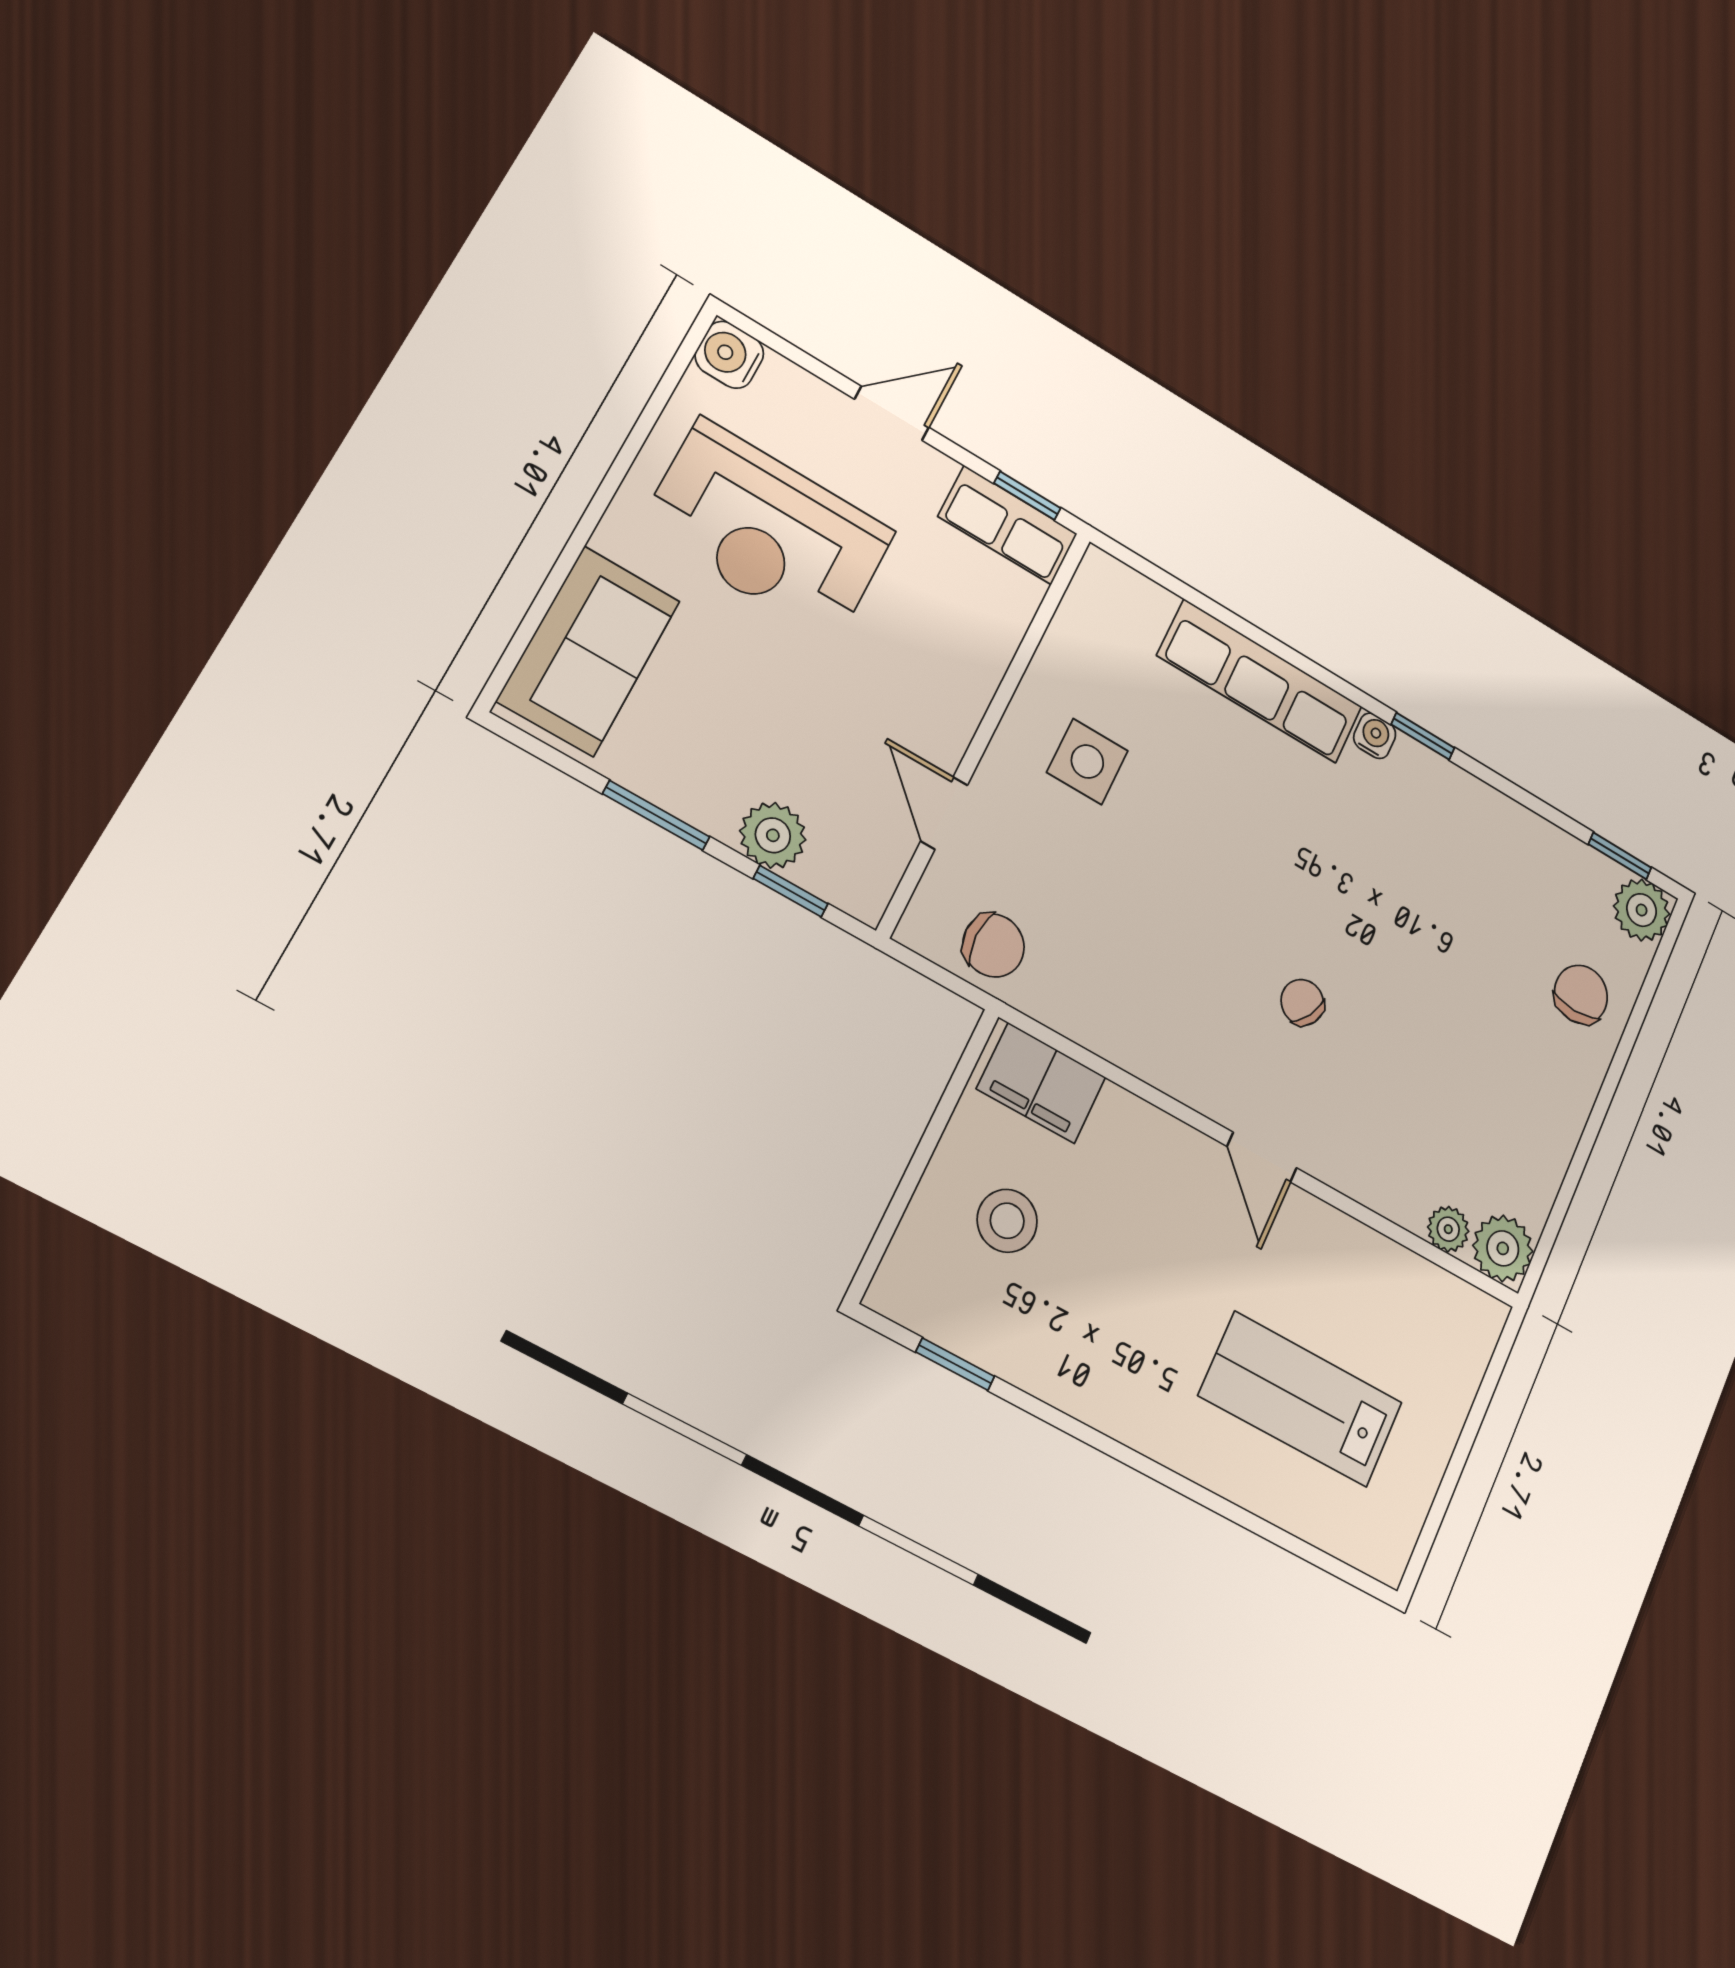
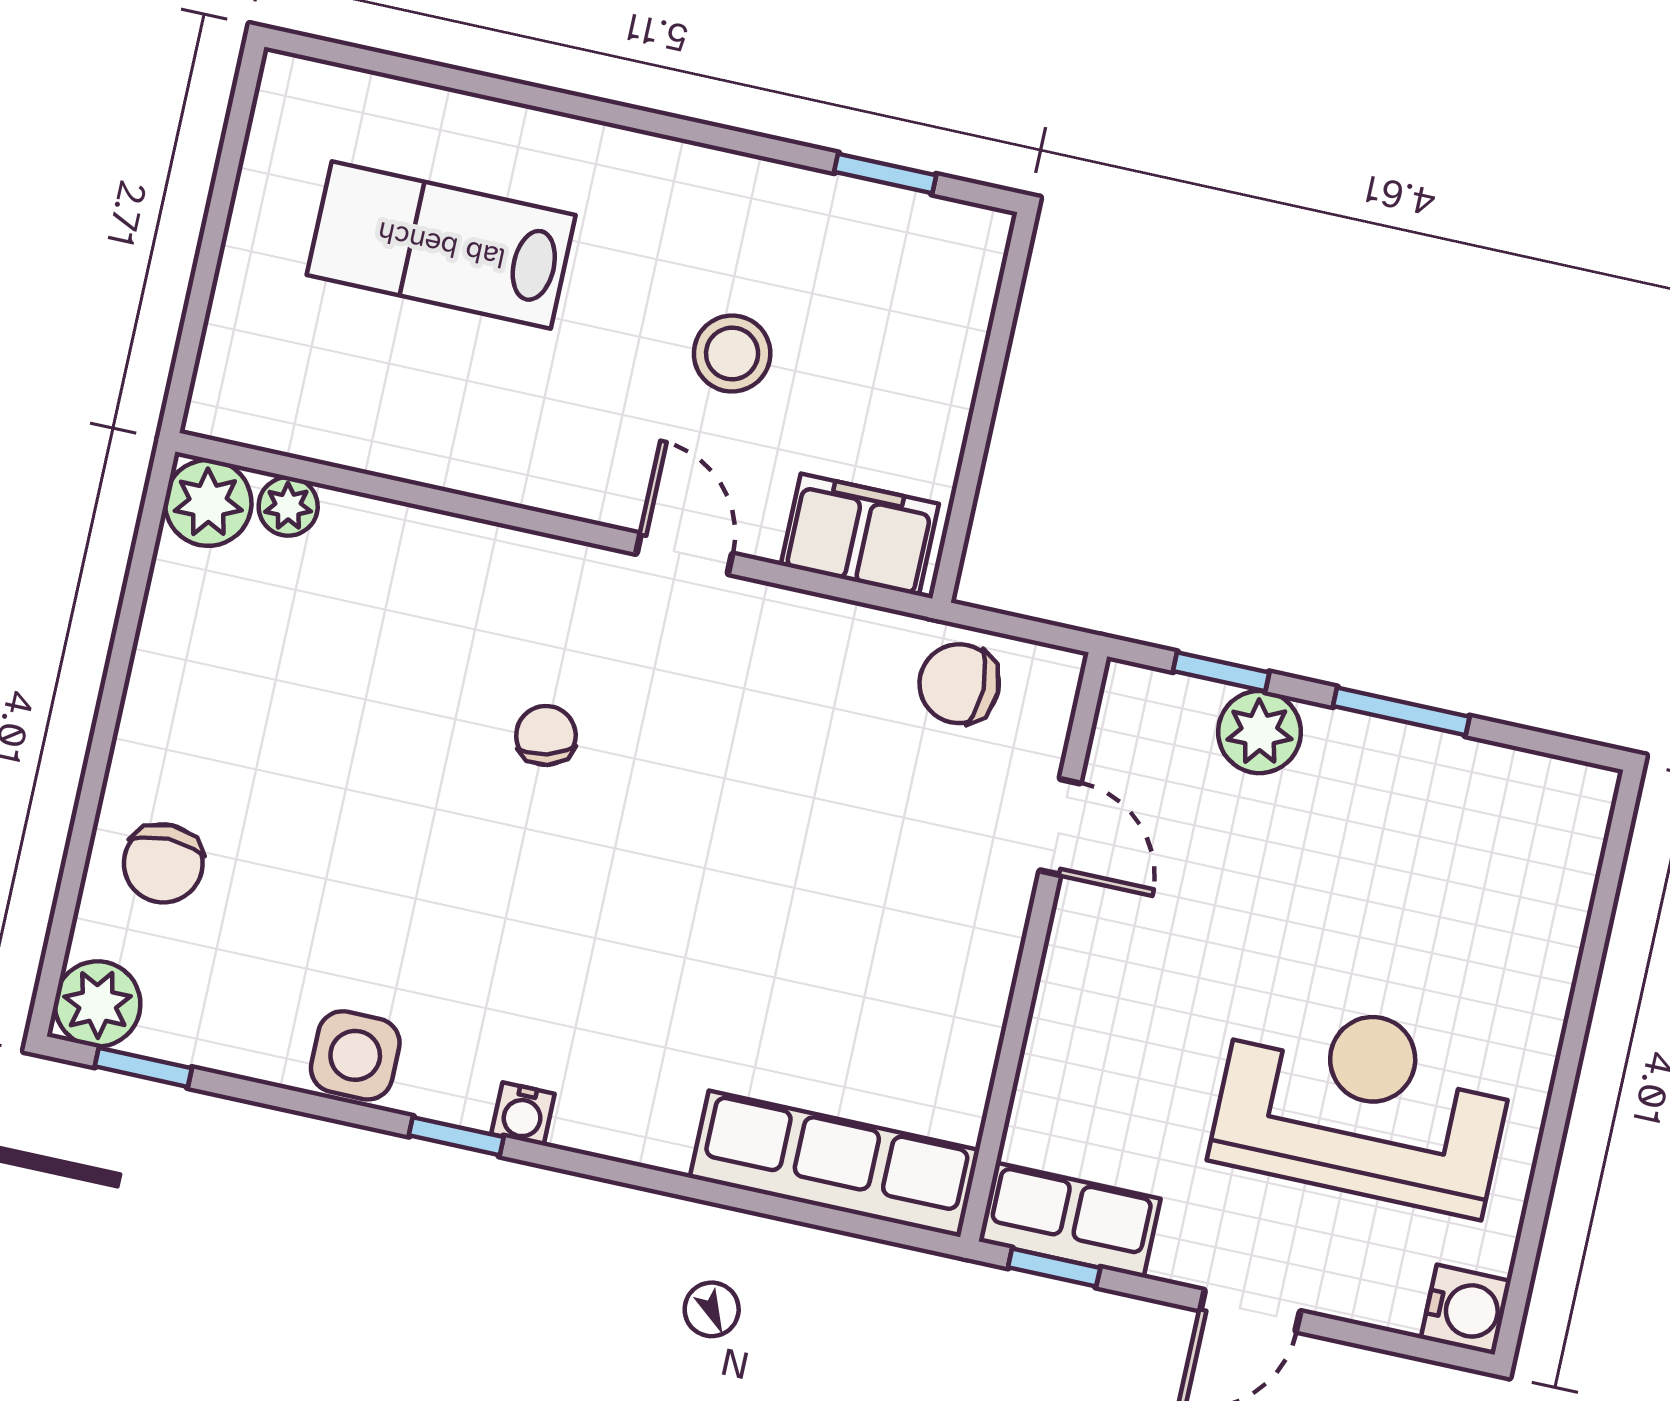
sofa: (589, 651) -> (1532, 882), removed
row of seats: (1260, 681) -> (835, 1164), moved
side table: (1087, 762) -> (355, 1055), moved
chair: (1302, 1002) -> (546, 735), turned -135
door: (1262, 1157) -> (684, 554), moved
stool: (1007, 1221) -> (732, 354), moved
lab bench: (1301, 1399) -> (441, 245), turned 180

